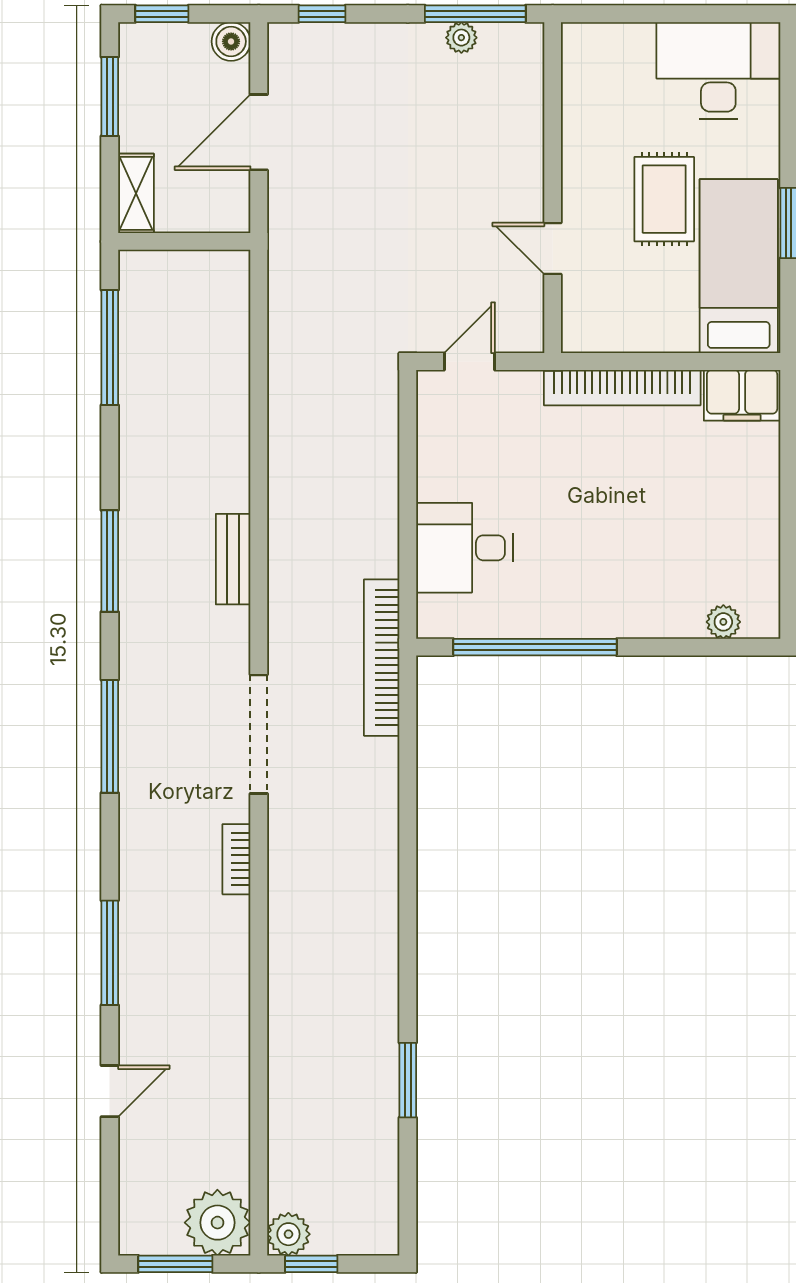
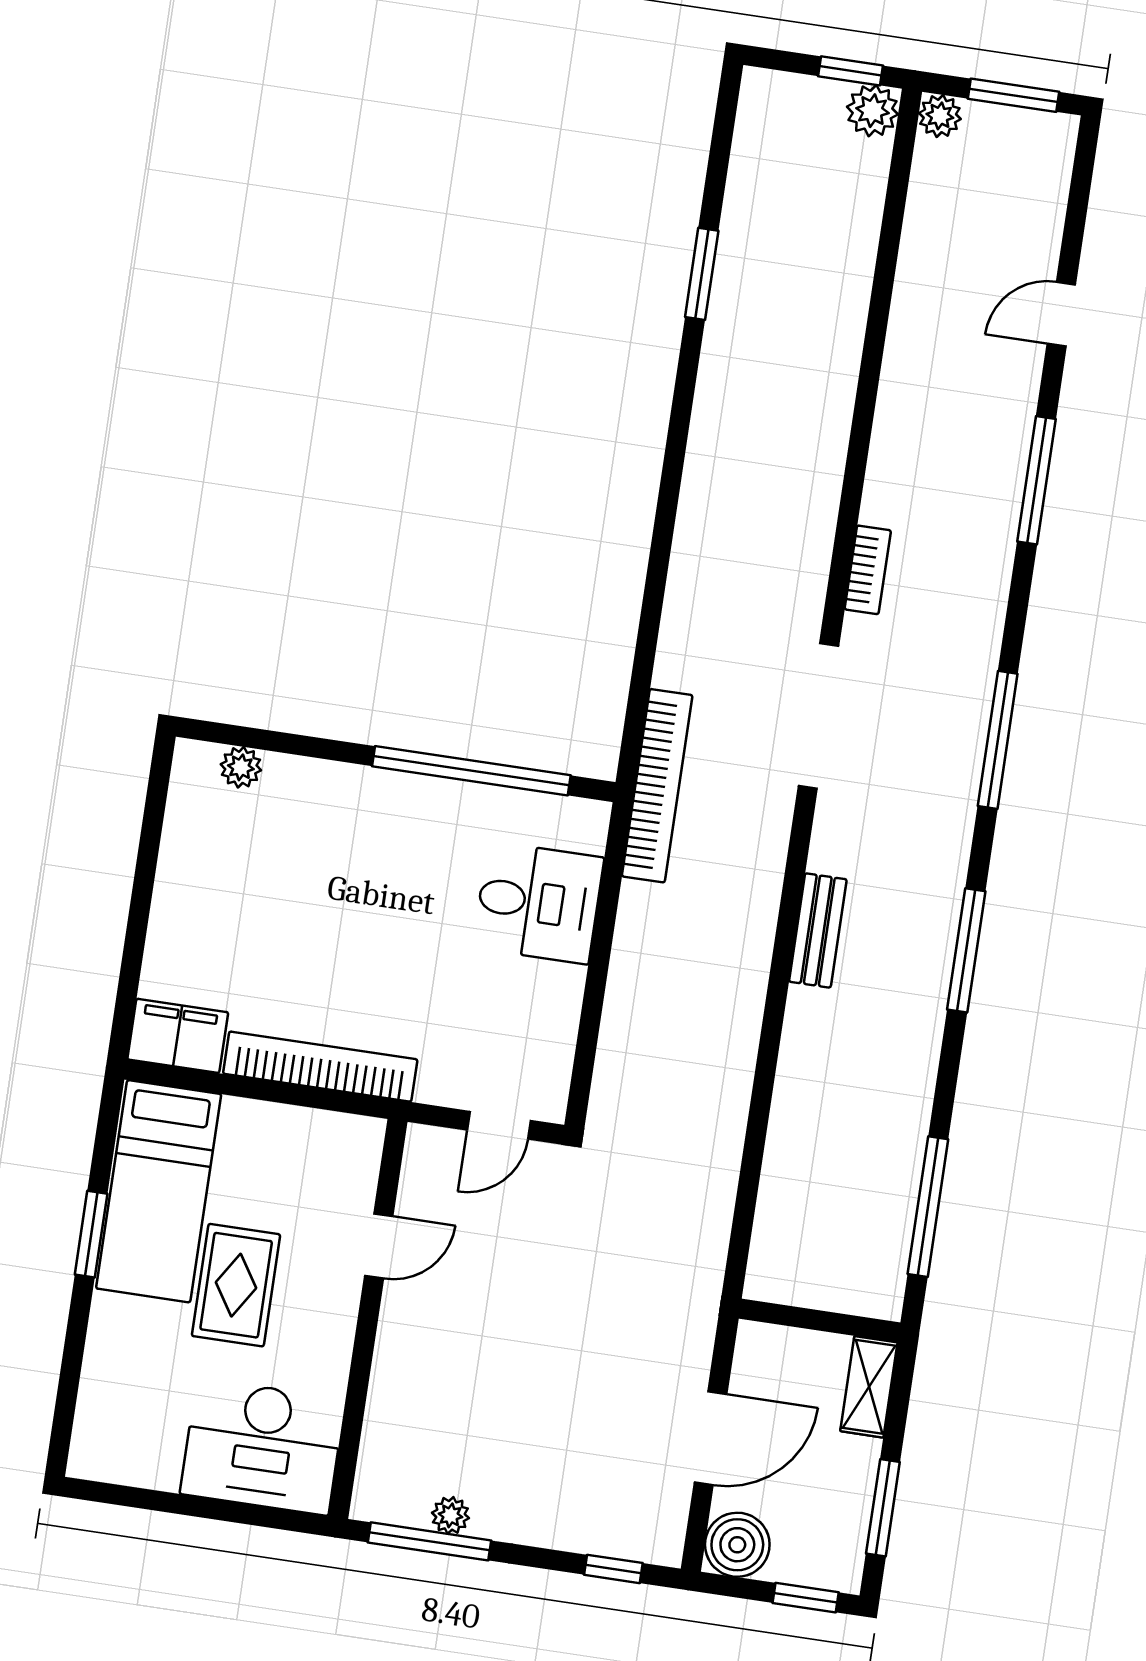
boiler: (231, 41) -> (737, 1545), width x1.36, depth x1.36
desk: (718, 71) -> (263, 1447), moved
door: (553, 249) -> (379, 1246), hinge flipped
plant: (217, 1223) -> (940, 116), width x0.53, depth x0.53

